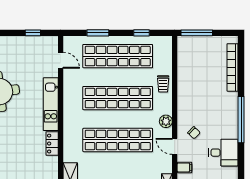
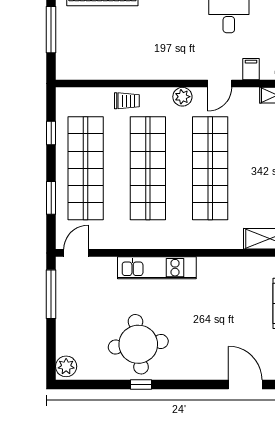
window: (33, 33) -> (51, 294), width x2.17
window: (197, 33) -> (51, 30), moved
door: (61, 60) -> (76, 253), moved
chair: (194, 133) -> (199, 55), removed
locker: (52, 144) -> (215, 266), removed

